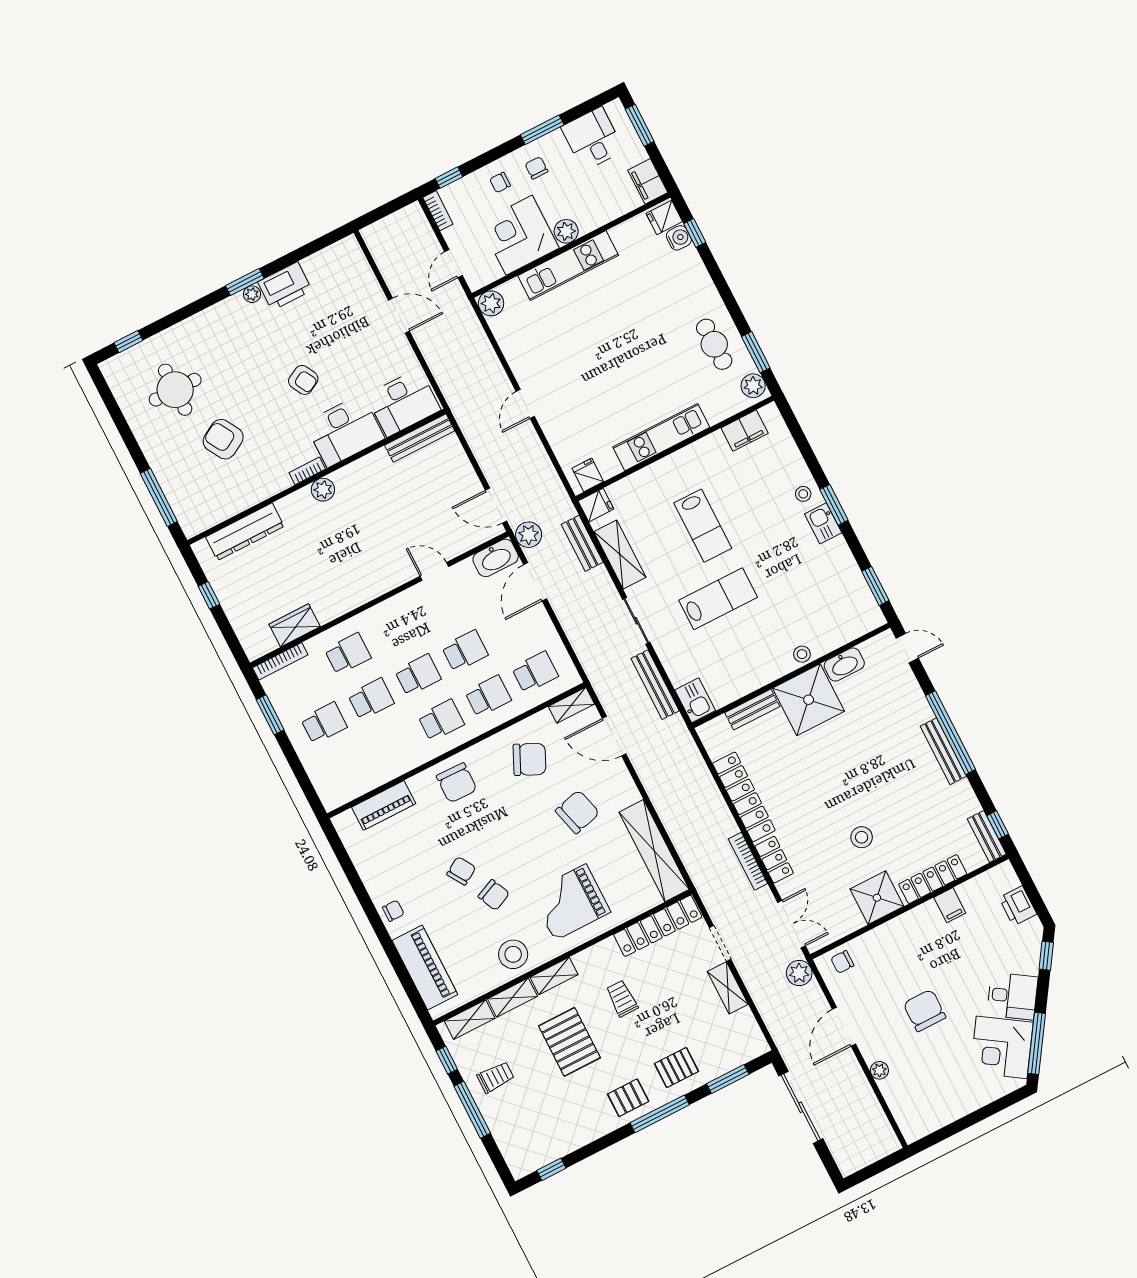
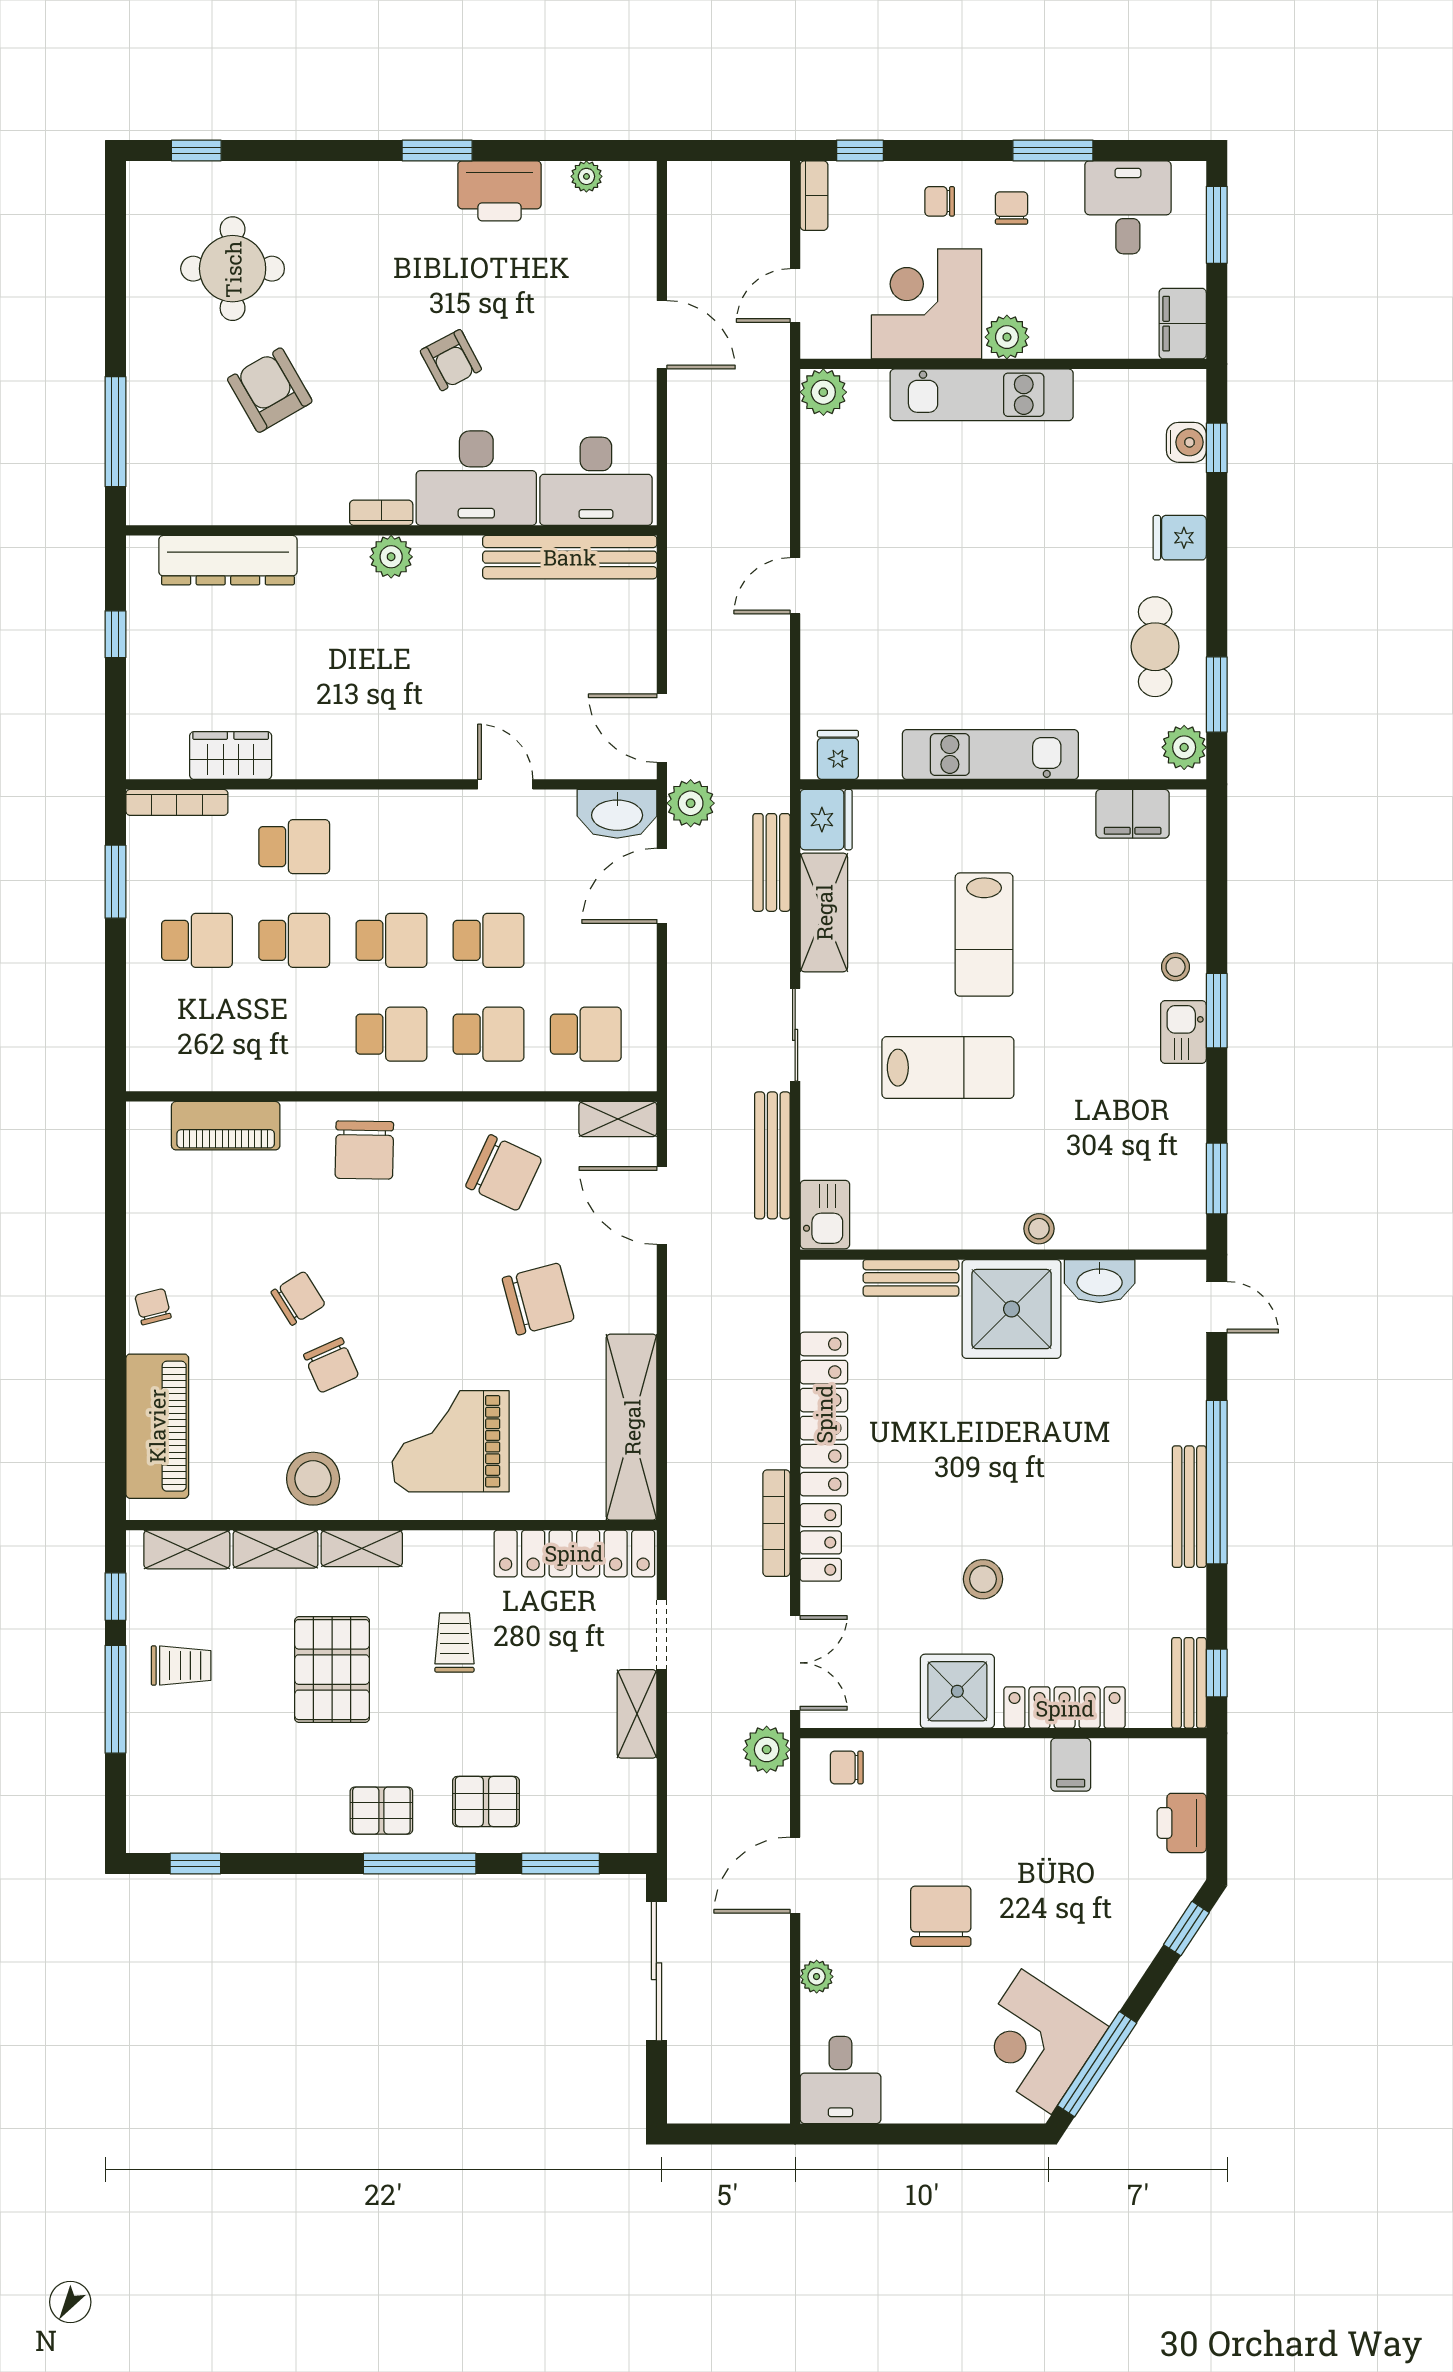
fridge: (664, 217) -> (1180, 538), moved
plant: (252, 294) -> (586, 176), moved
bench: (420, 438) -> (570, 557), width x1.37, depth x1.21
fridge: (596, 505) -> (826, 820), width x1.38
chair: (393, 911) -> (153, 1307), turned -104
desk: (1012, 996) -> (840, 2080), moved, turned 57

